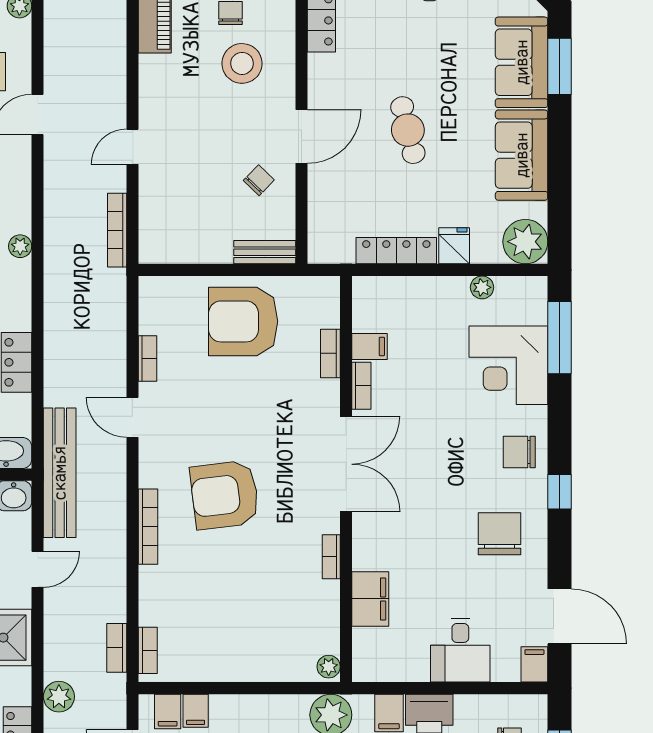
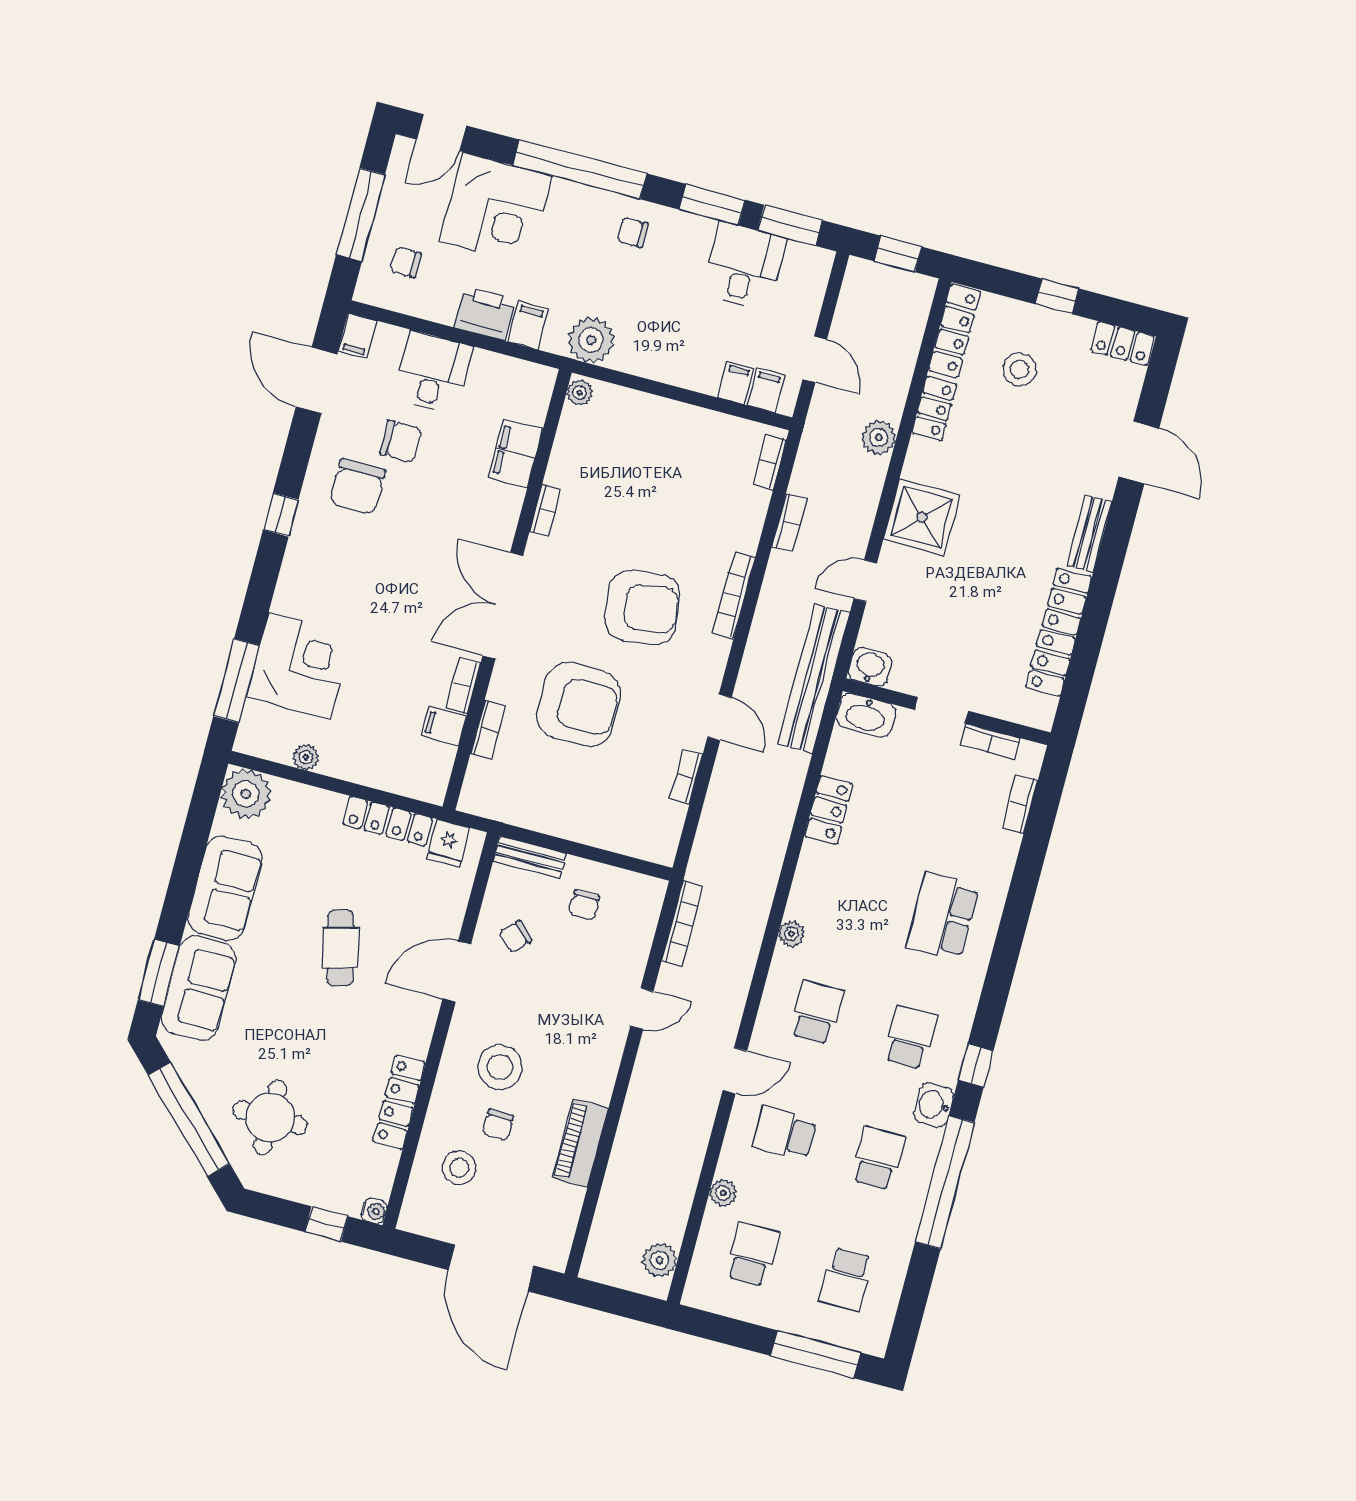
chair: (206, 224) -> (584, 905), added
fridge: (454, 246) -> (448, 843), moved
armchair: (243, 321) -> (578, 704), moved
chair: (519, 452) -> (401, 441), moved
bookcase: (117, 648) -> (789, 523), moved

